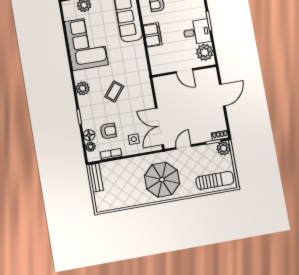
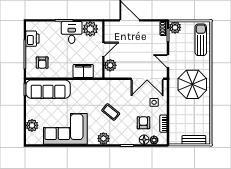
filing cabinet: (153, 35) -> (83, 71), moved
plant: (167, 82) -> (110, 65), added
bench: (96, 178) -> (194, 140), moved

